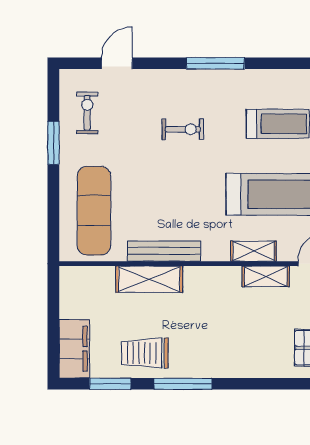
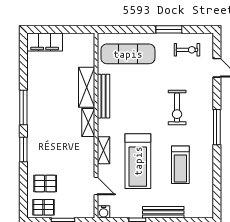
exercise bike: (183, 129) -> (177, 108), width x1.38, depth x1.39
shelving: (266, 276) -> (88, 123), moved
trolley: (145, 353) -> (42, 85), removed
window: (110, 384) -> (23, 149), moved

